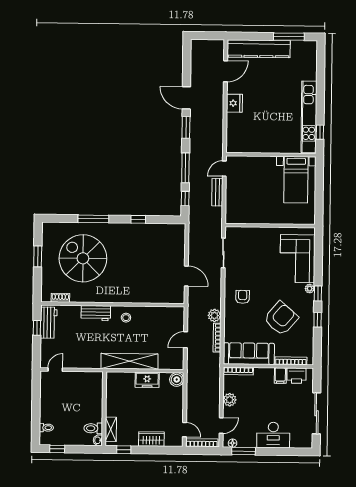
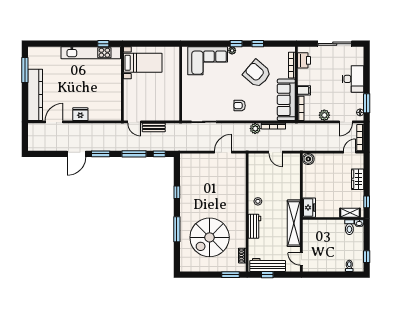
door: (226, 71) -> (54, 122), hinge flipped
window: (38, 256) -> (231, 275), moved
workbench: (49, 323) -> (268, 265), width x1.38
shelving: (130, 361) -> (294, 223), moved
filing cabinet: (280, 376) -> (304, 90), moved
freezer: (147, 380) -> (309, 208), moved
door: (221, 426) -> (346, 122), swing flipped

